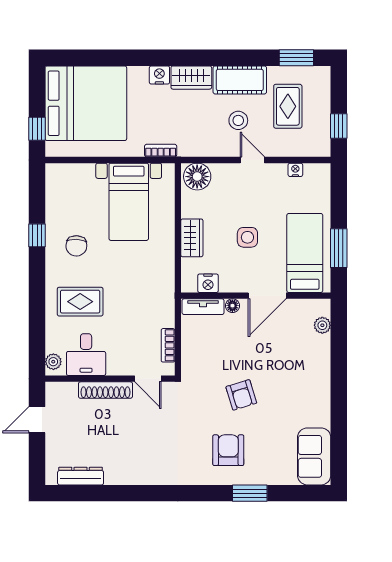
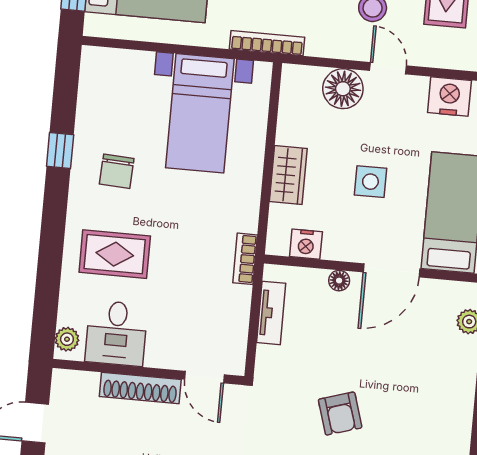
bookcase: (161, 151) -> (267, 43), width x1.56
nightstand: (295, 170) -> (449, 96), width x1.89, depth x1.79
floor lamp: (197, 177) -> (343, 89), moved
tv unit: (203, 307) -> (271, 313), moved, turned -90
bookcase: (168, 345) -> (245, 259), moved

